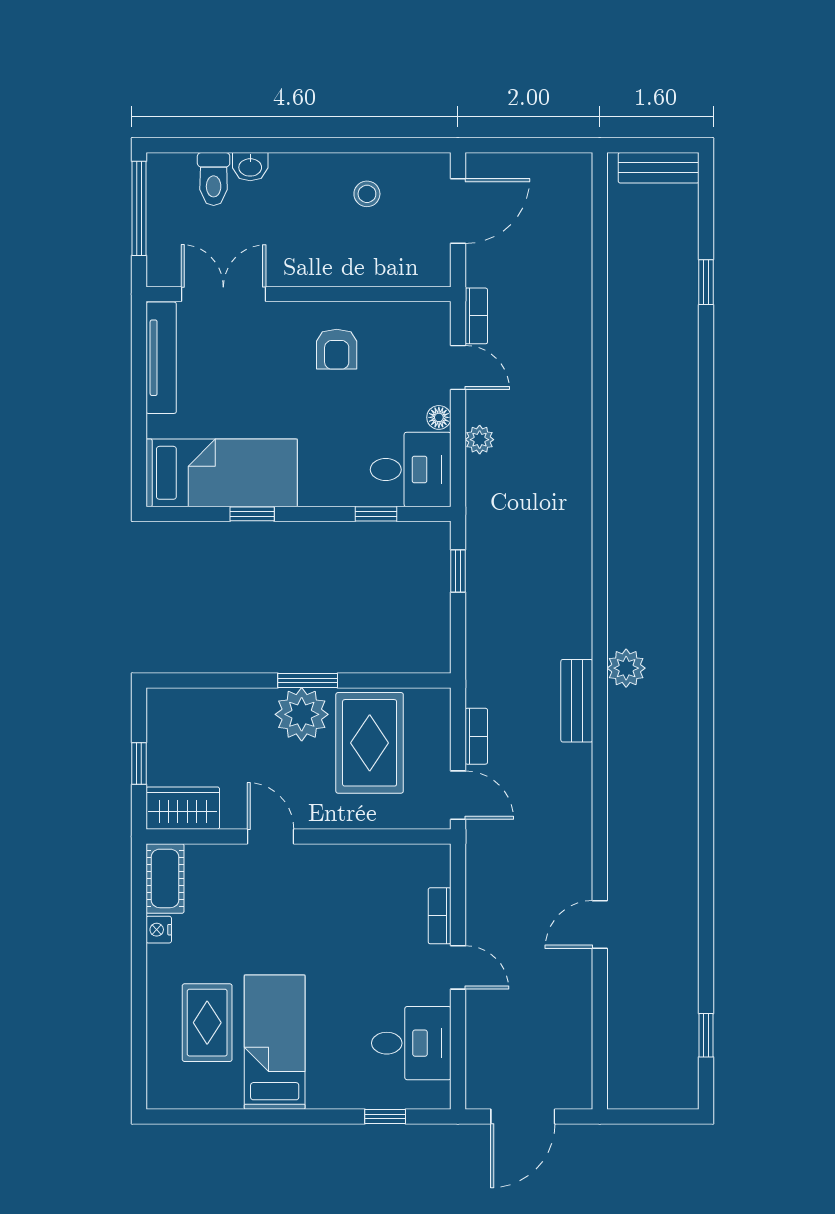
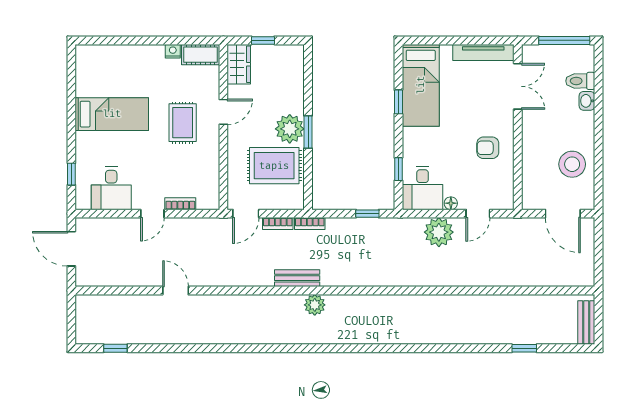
stool: (367, 194) -> (572, 164), width x1.89, depth x1.89
bookcase: (476, 316) -> (310, 224), moved
plant: (480, 440) -> (439, 232), width x1.88, depth x1.88
rug: (207, 1023) -> (183, 123), moved, turned 90

